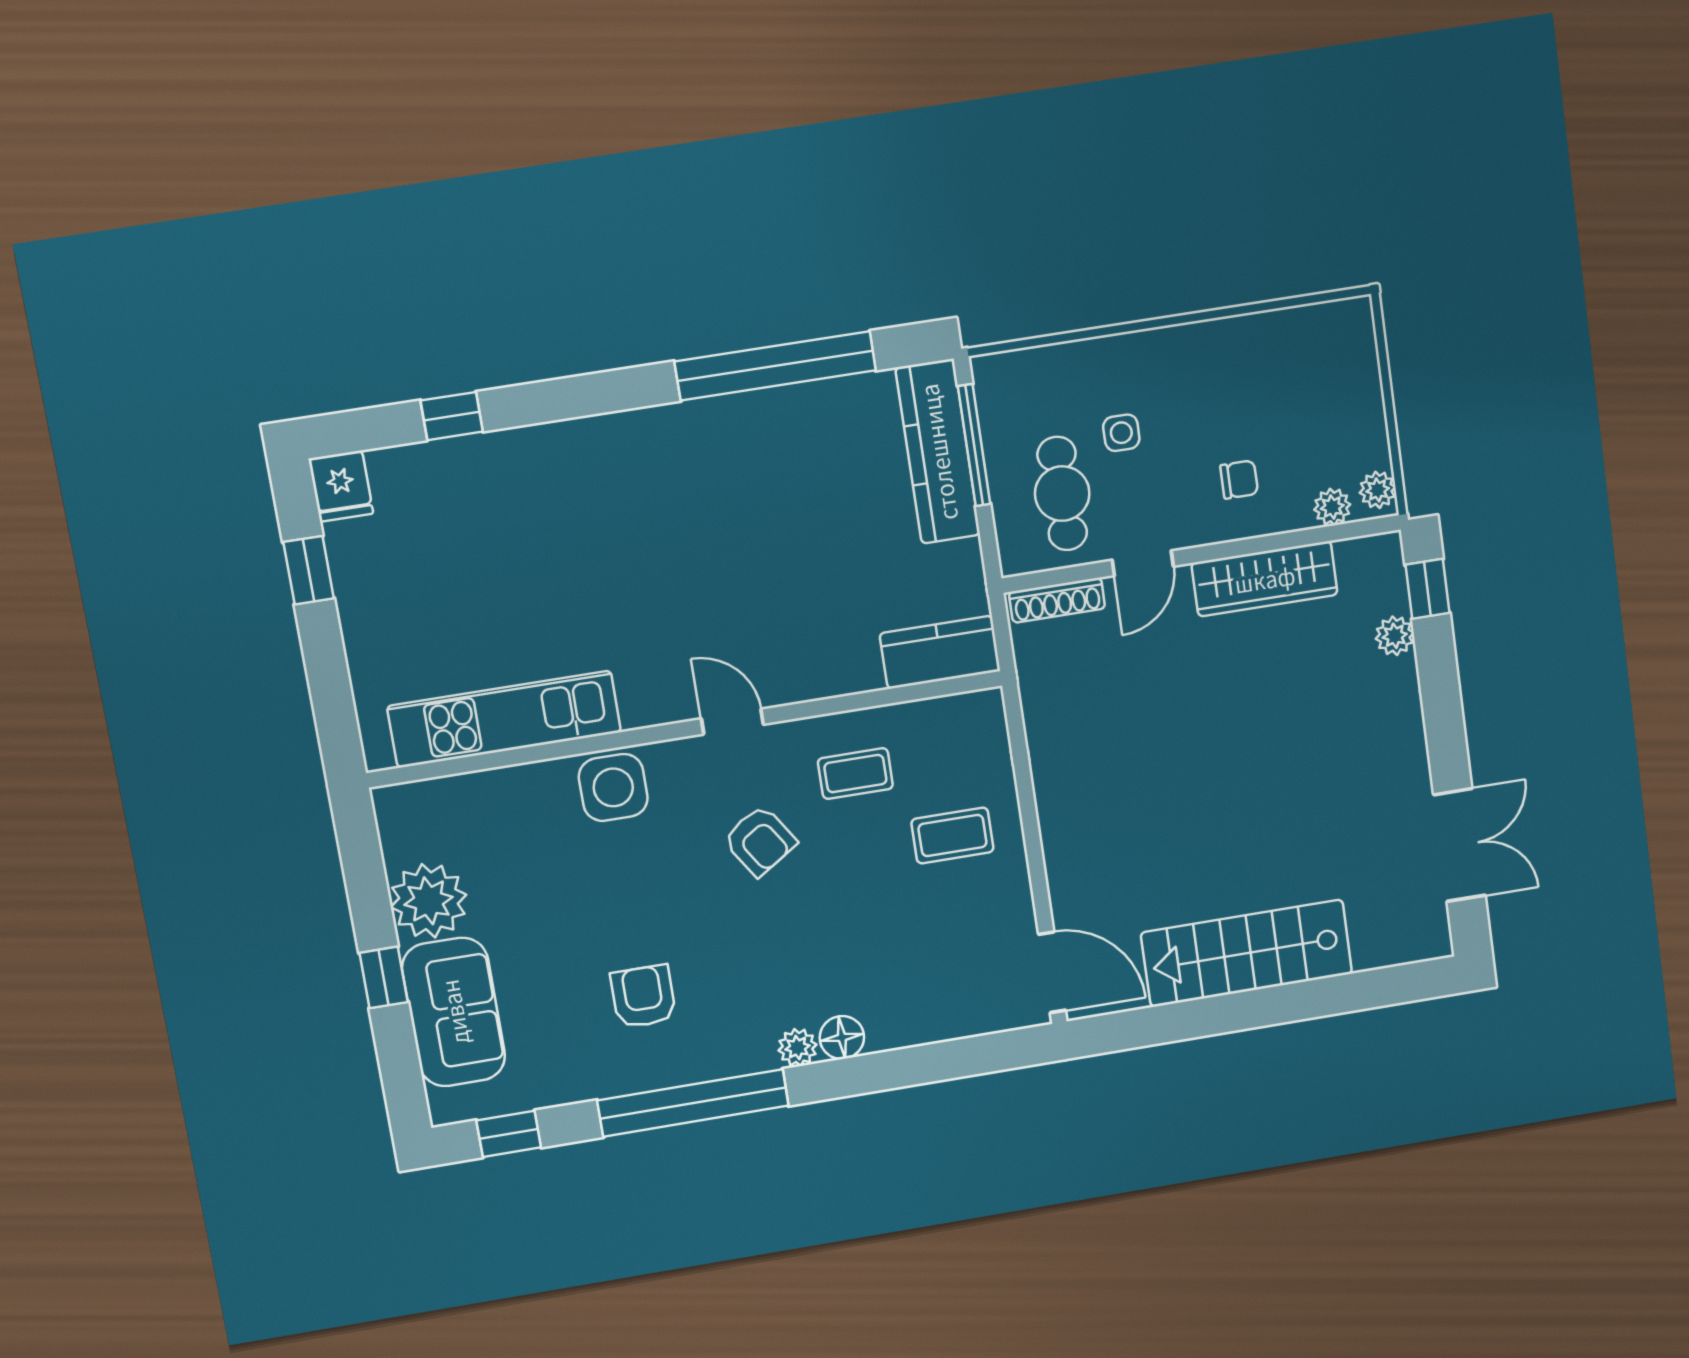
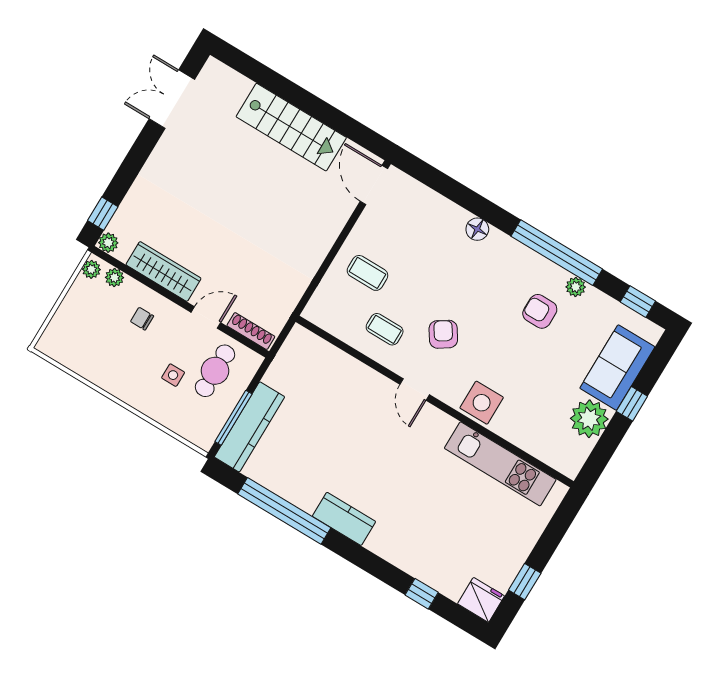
fridge: (341, 486) -> (481, 600), width x1.38
plant: (1395, 636) -> (108, 243), moved
kitchen counter: (940, 652) -> (344, 519), moved, turned 180
armchair: (643, 997) -> (540, 311), turned 90
plant: (798, 1047) -> (576, 287), moved

